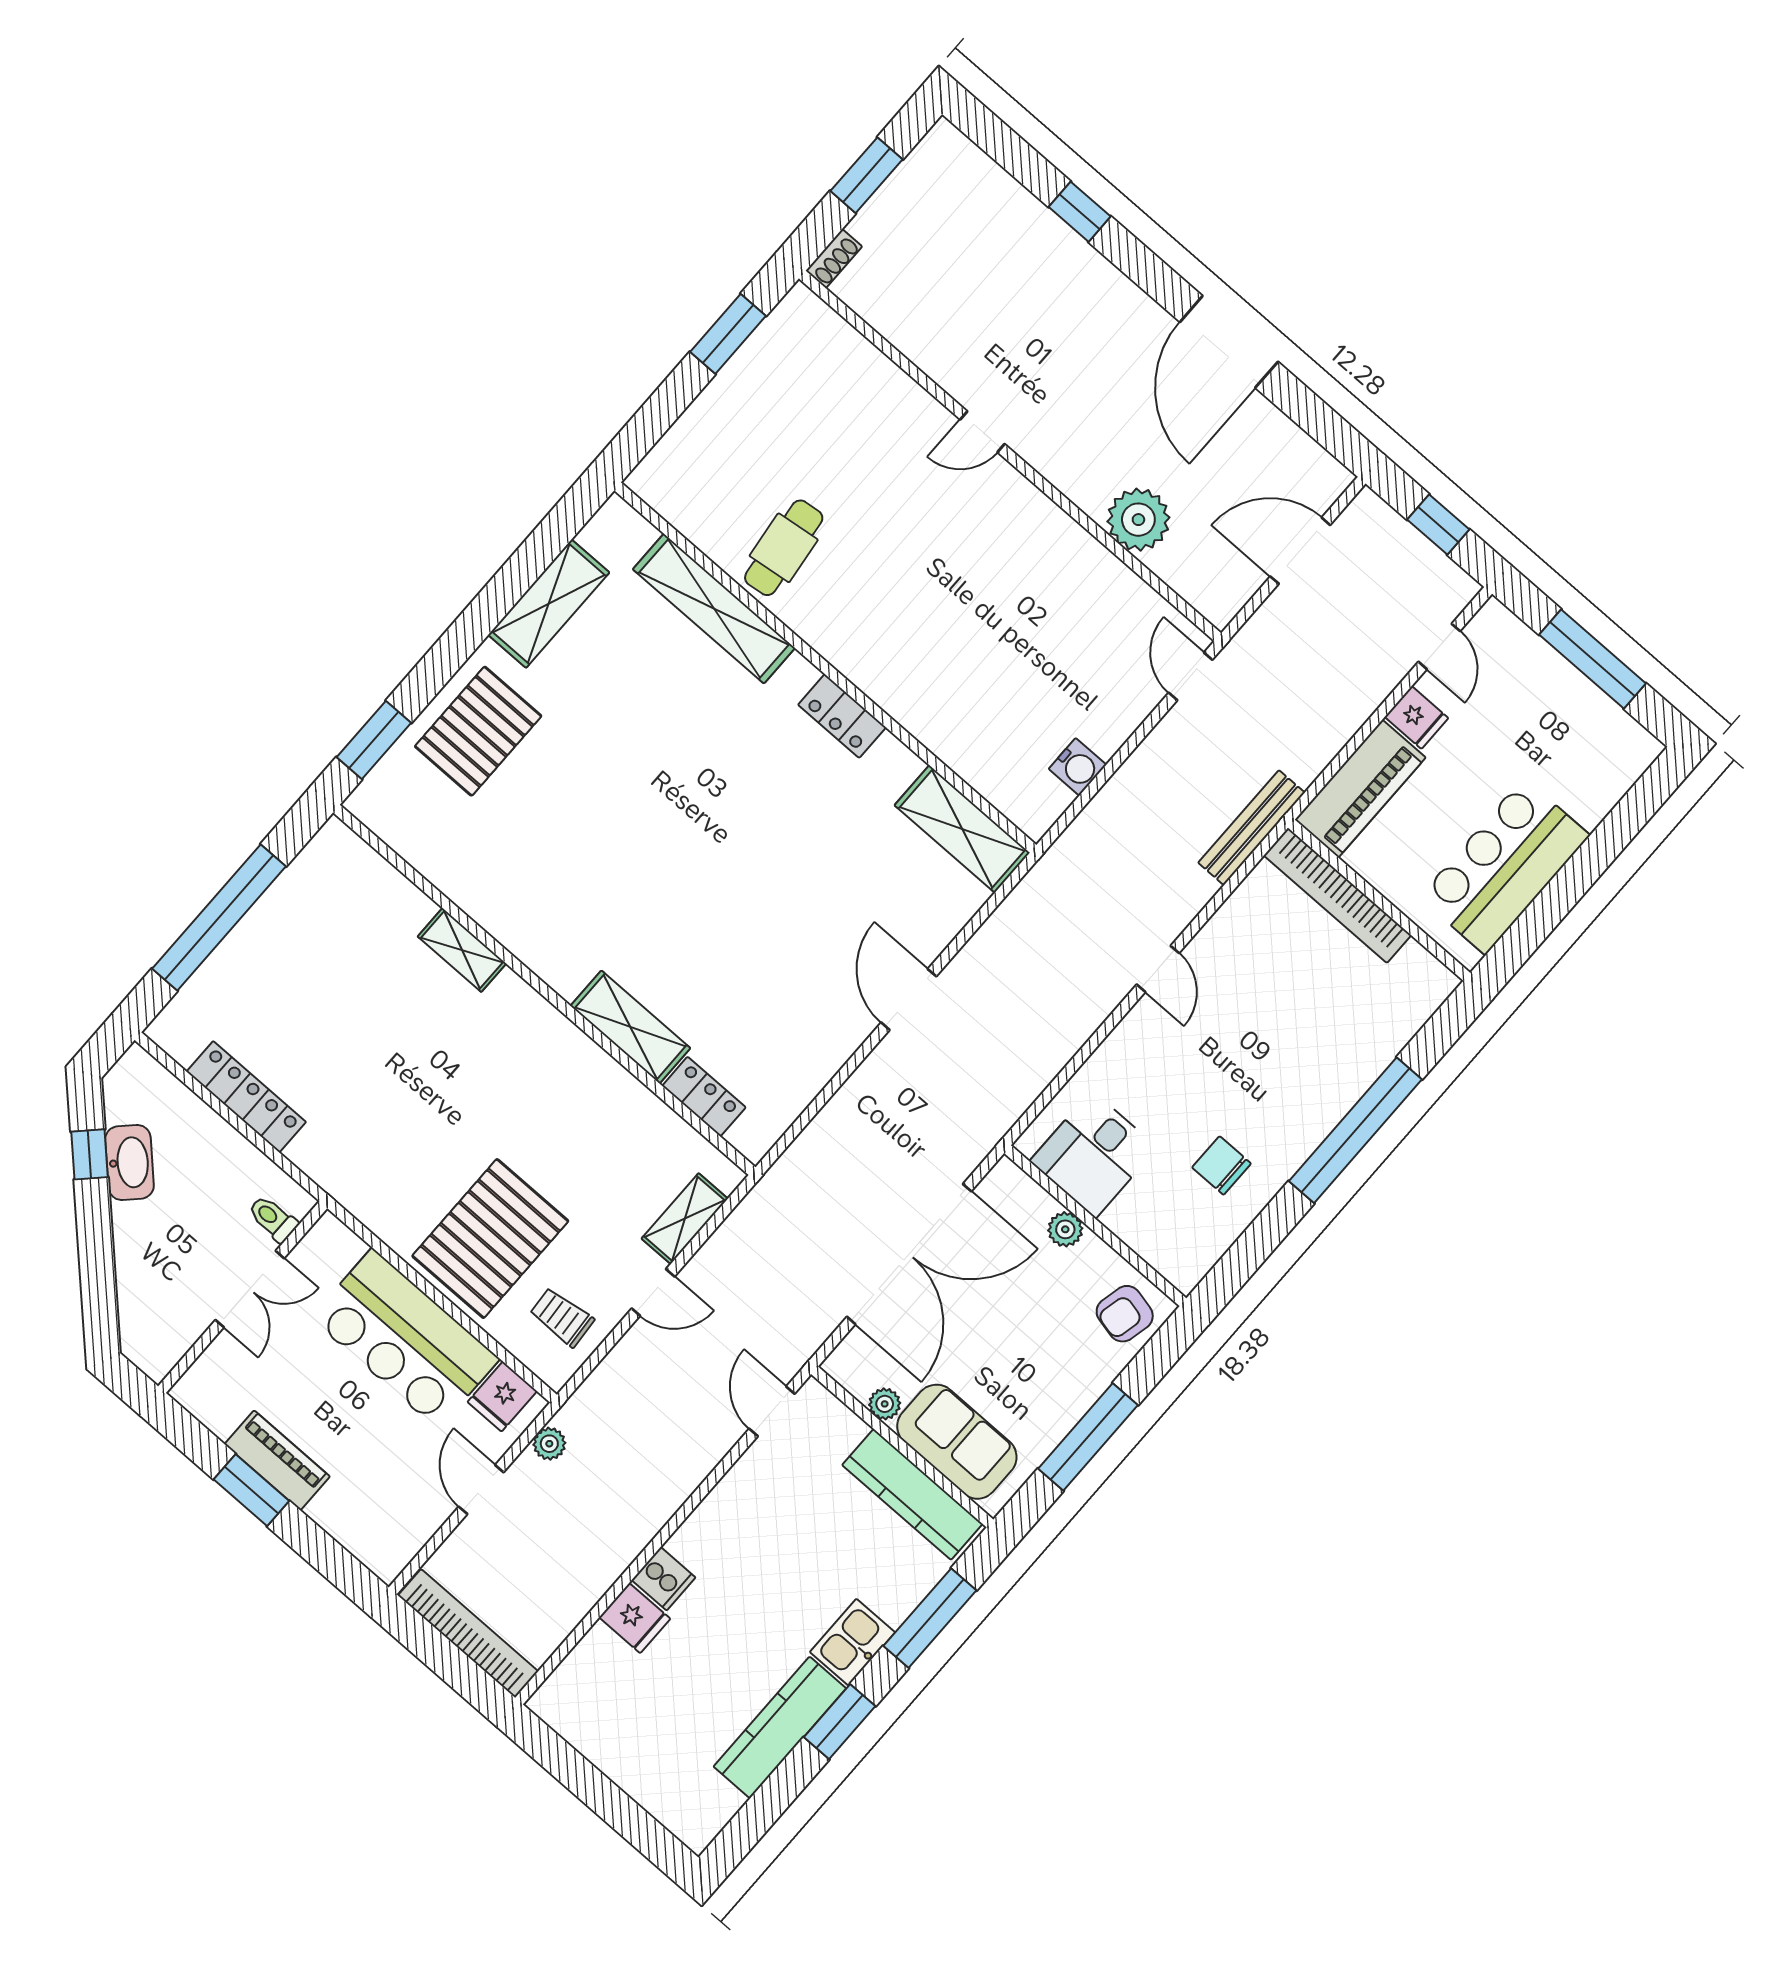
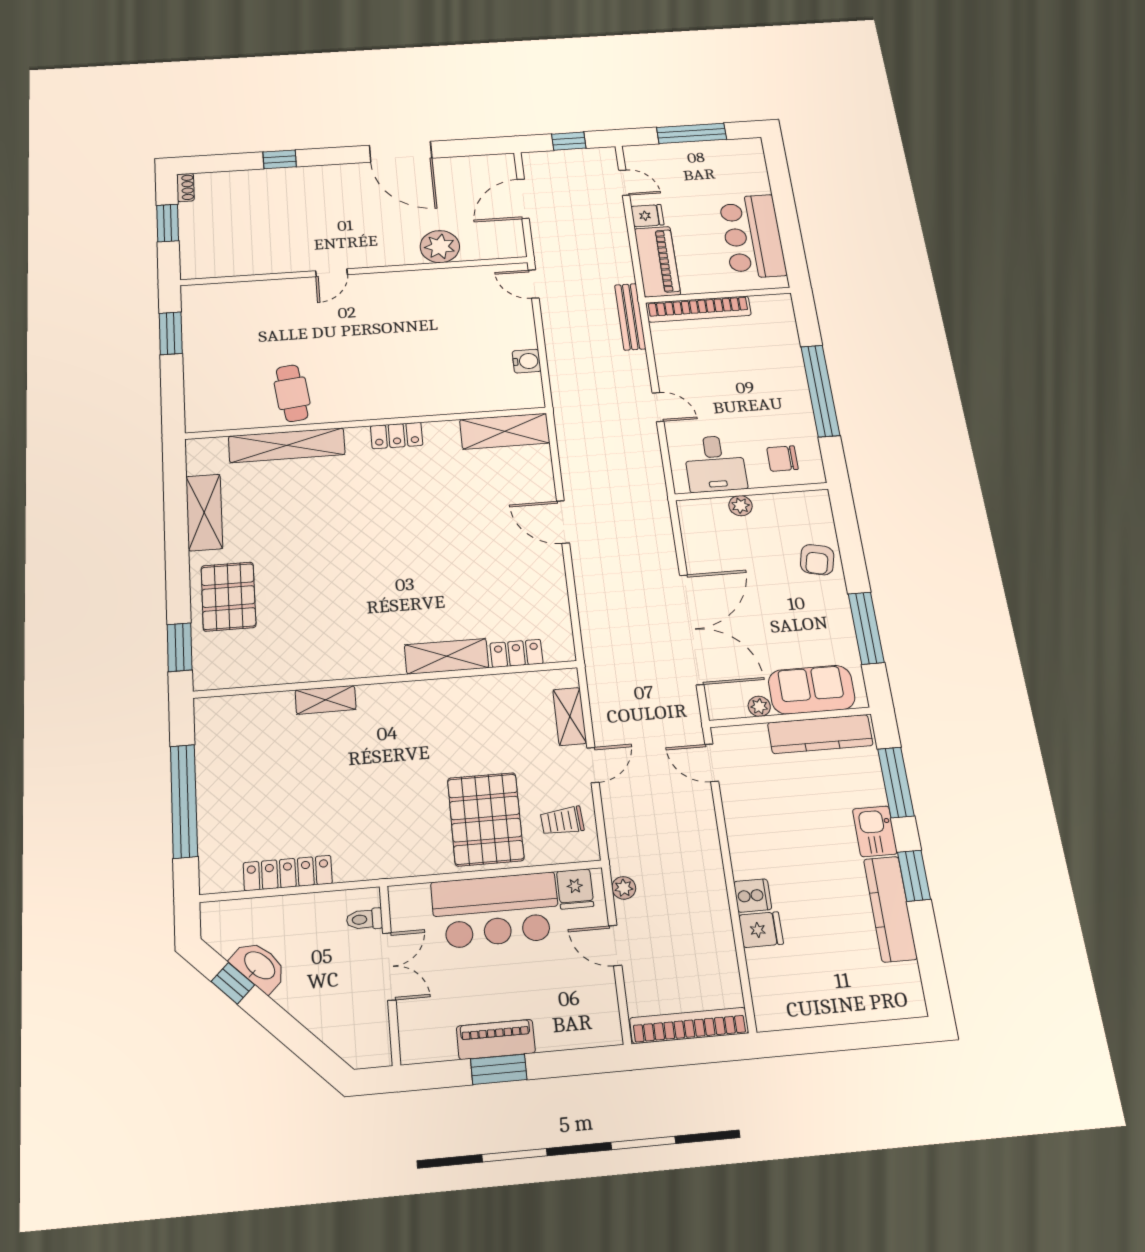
shoe rack: (834, 259) -> (185, 188), moved
desk: (1093, 1154) -> (715, 464), moved
wall: (1095, 1226) -> (752, 492), moved
plant: (1065, 1229) -> (741, 506), moved

